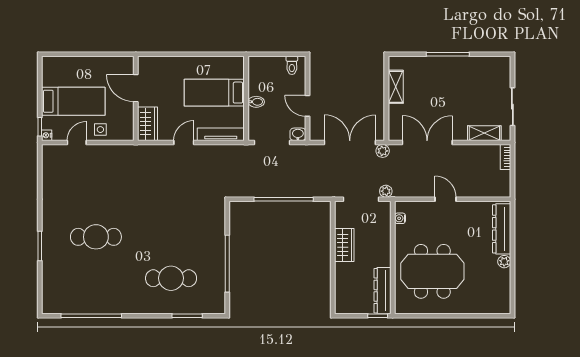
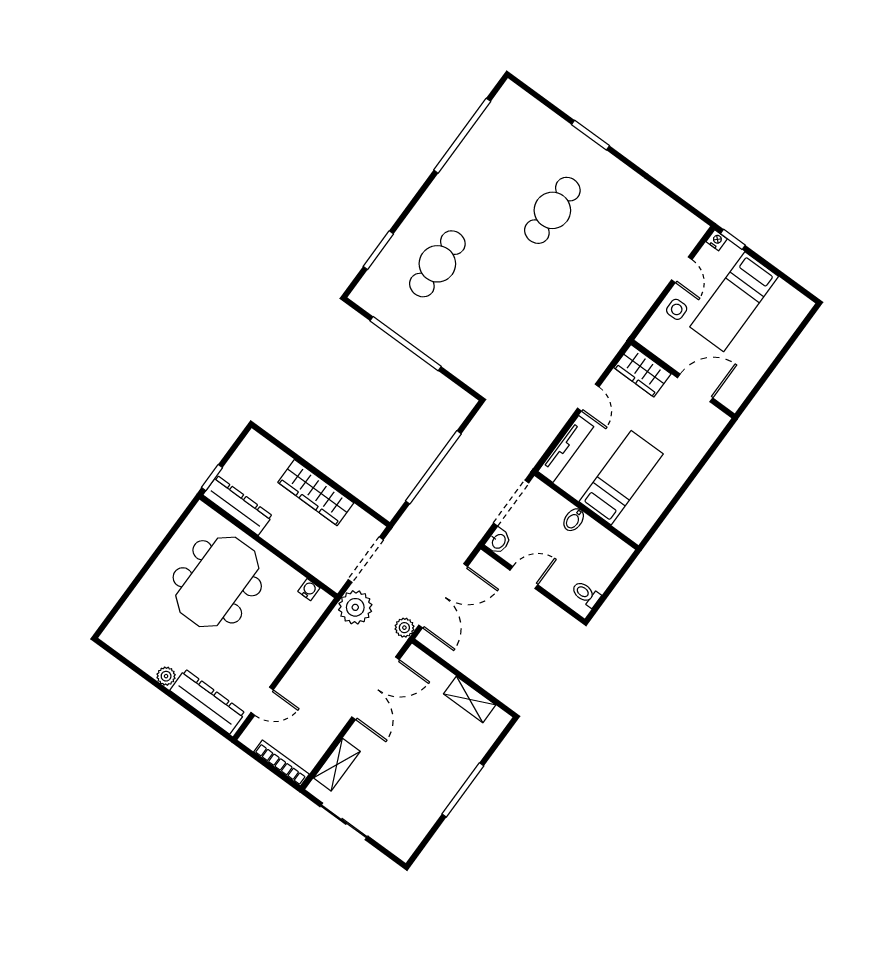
bookcase: (505, 157) -> (281, 763), width x1.56
plant: (386, 191) -> (355, 607), width x1.87, depth x1.87
door: (445, 199) -> (262, 701), moved
wardrobe: (344, 245) -> (316, 493), width x1.50

